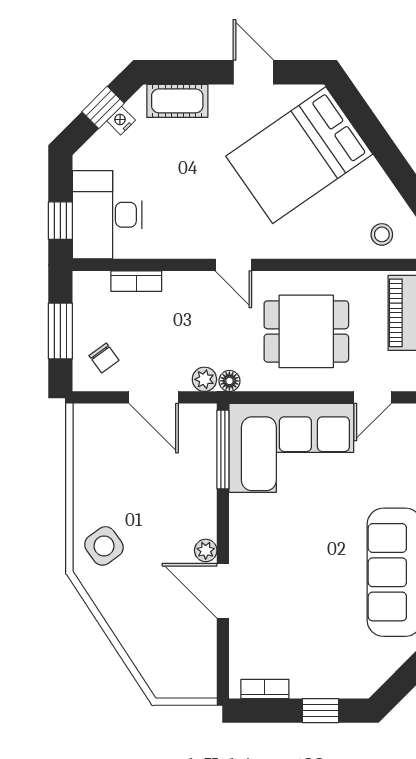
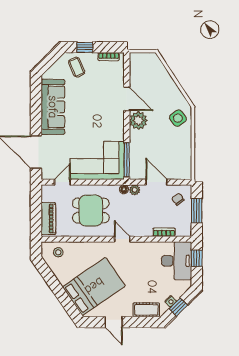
plant: (206, 550) -> (138, 120), width x1.88, depth x1.88
coffee table: (339, 665) -> (77, 67), added

